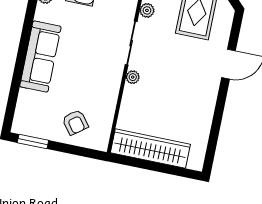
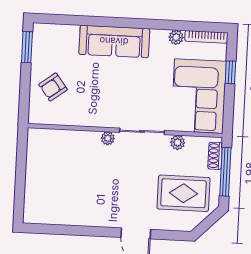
wardrobe: (150, 148) -> (38, 167), removed

